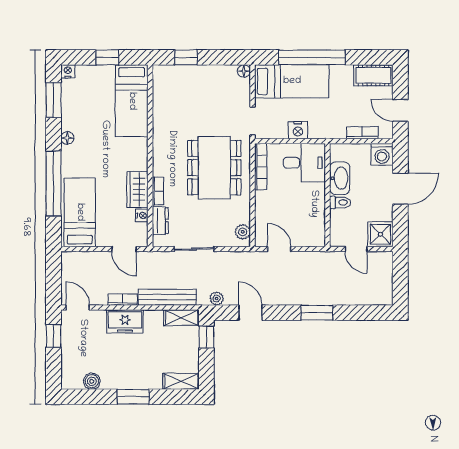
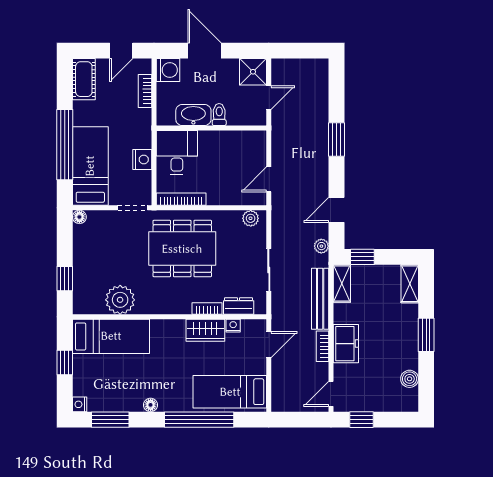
plant: (166, 109) -> (120, 300), added

